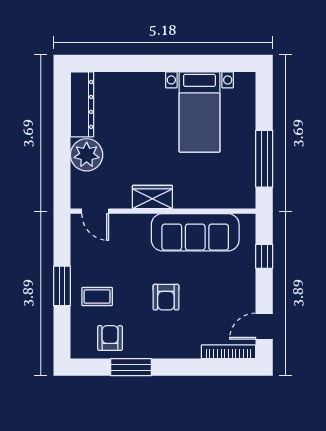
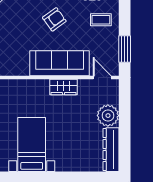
sofa: (195, 232) -> (60, 63), moved
window: (62, 286) -> (125, 49), moved
armchair: (166, 297) -> (54, 19), turned 54

